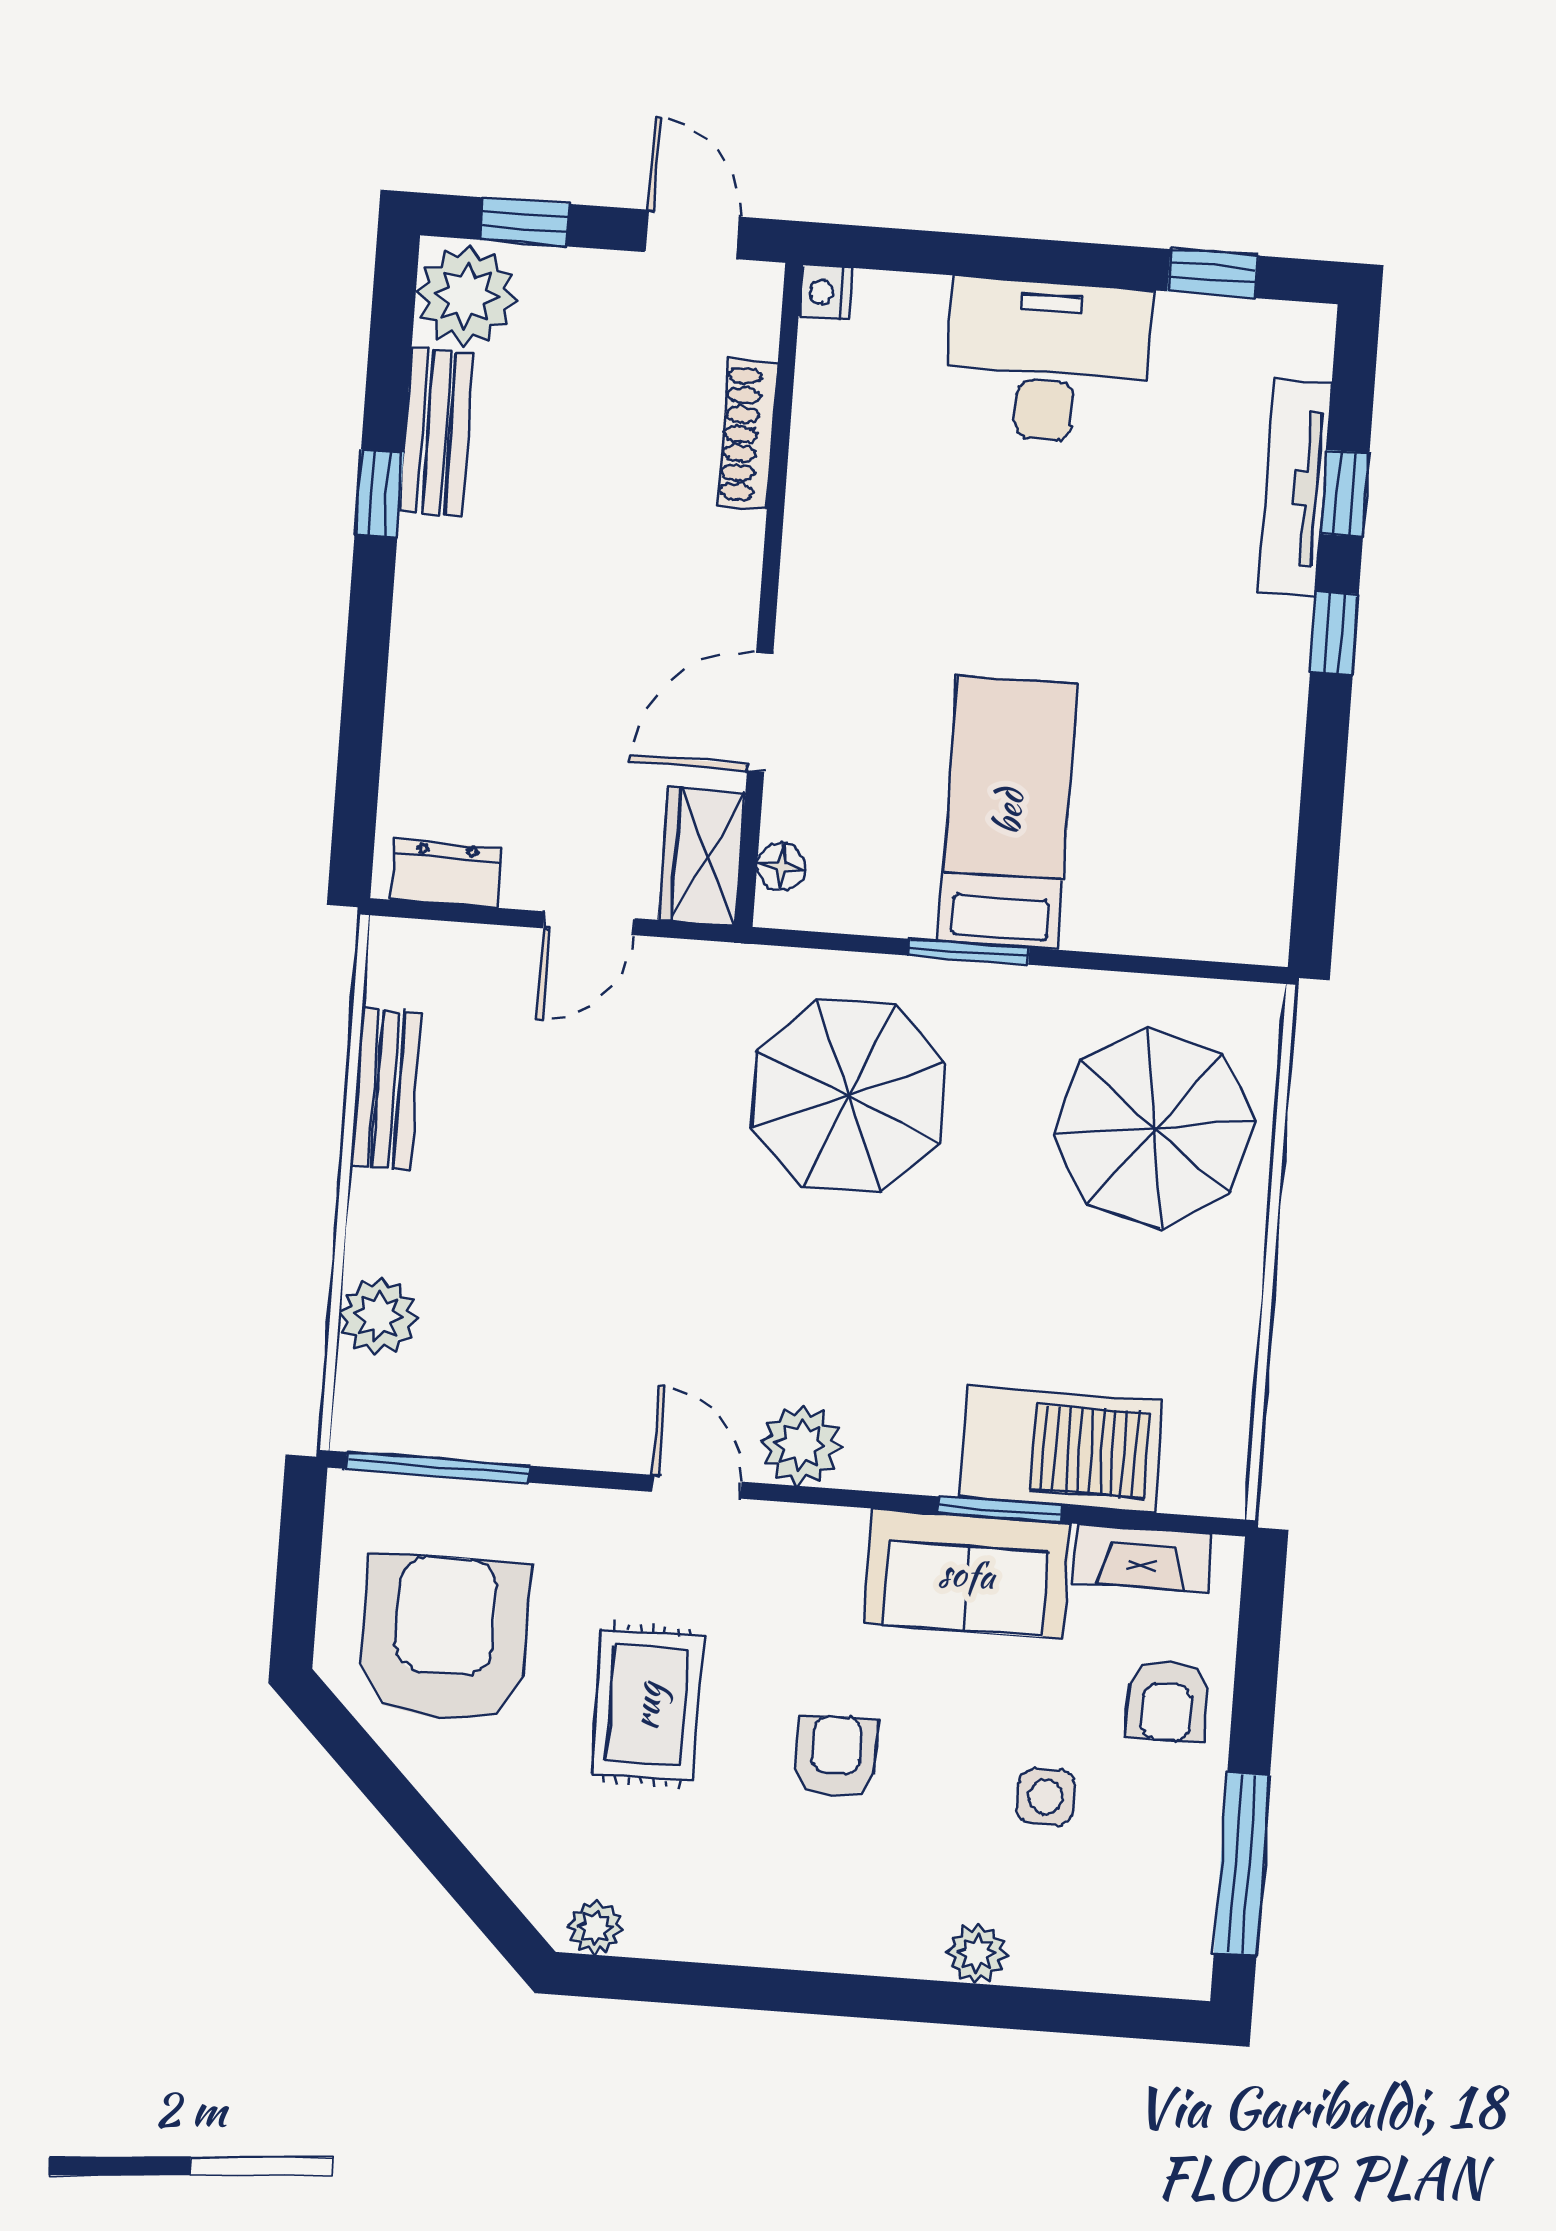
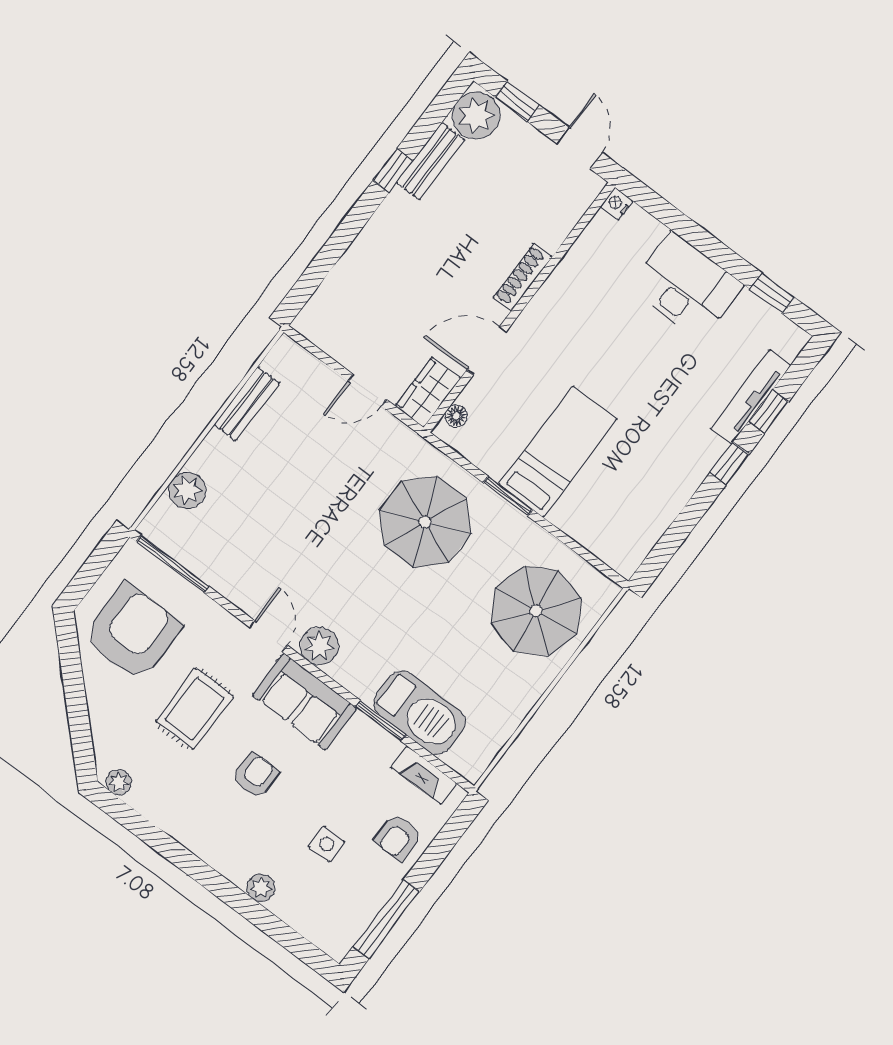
shoe rack: (747, 434) -> (523, 277), moved
dresser: (446, 874) -> (324, 335), removed
sofa: (967, 1574) -> (304, 702), moved

